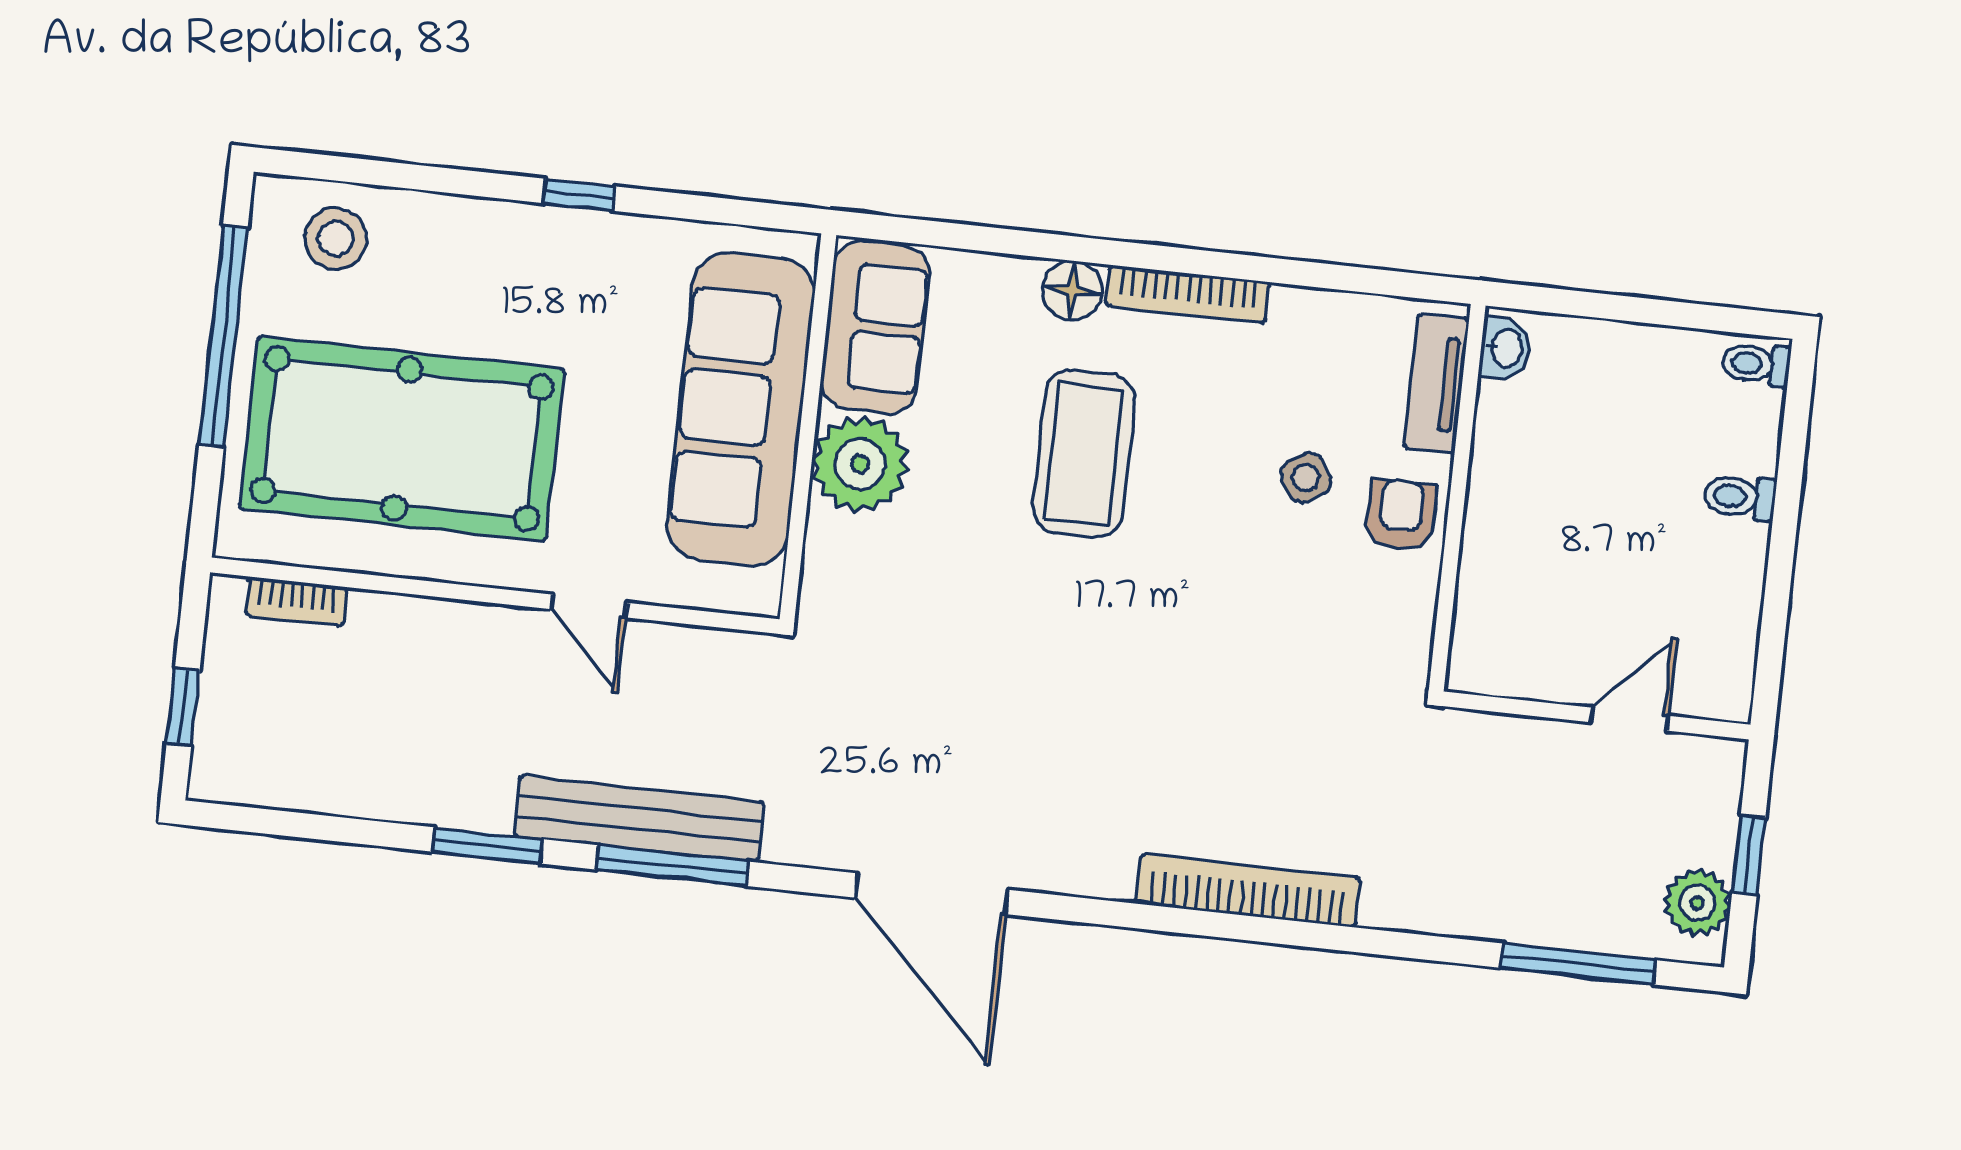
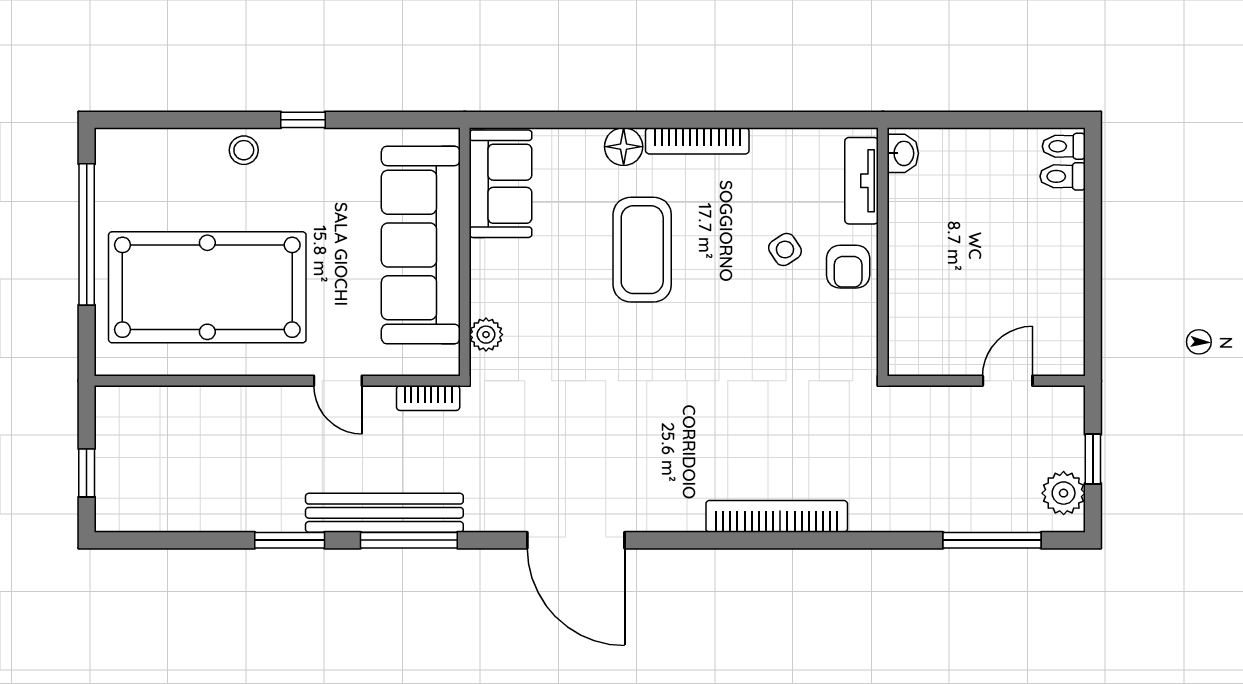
stool: (336, 239) -> (244, 150), moved, width x0.73, depth x0.73
plant: (860, 464) -> (486, 335), moved, width x0.53, depth x0.53
toilet: (1740, 497) -> (1063, 176), moved
armchair: (1401, 515) -> (848, 267), turned 180
bookcase: (296, 601) -> (428, 398), moved

